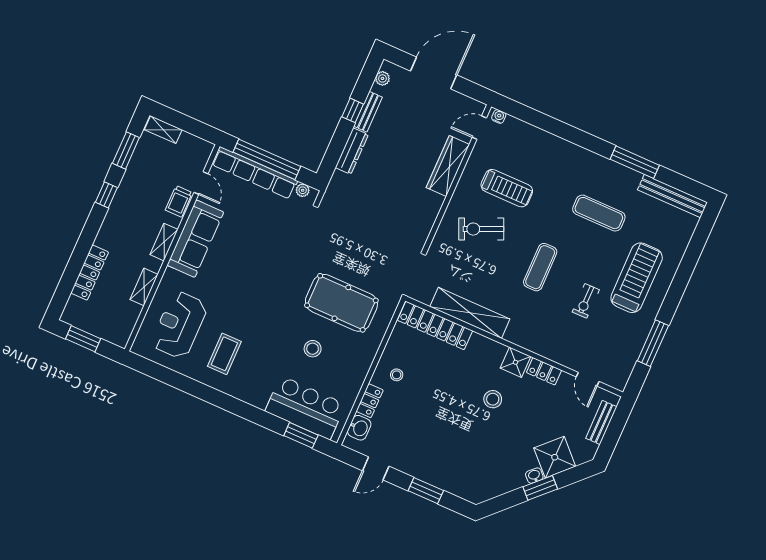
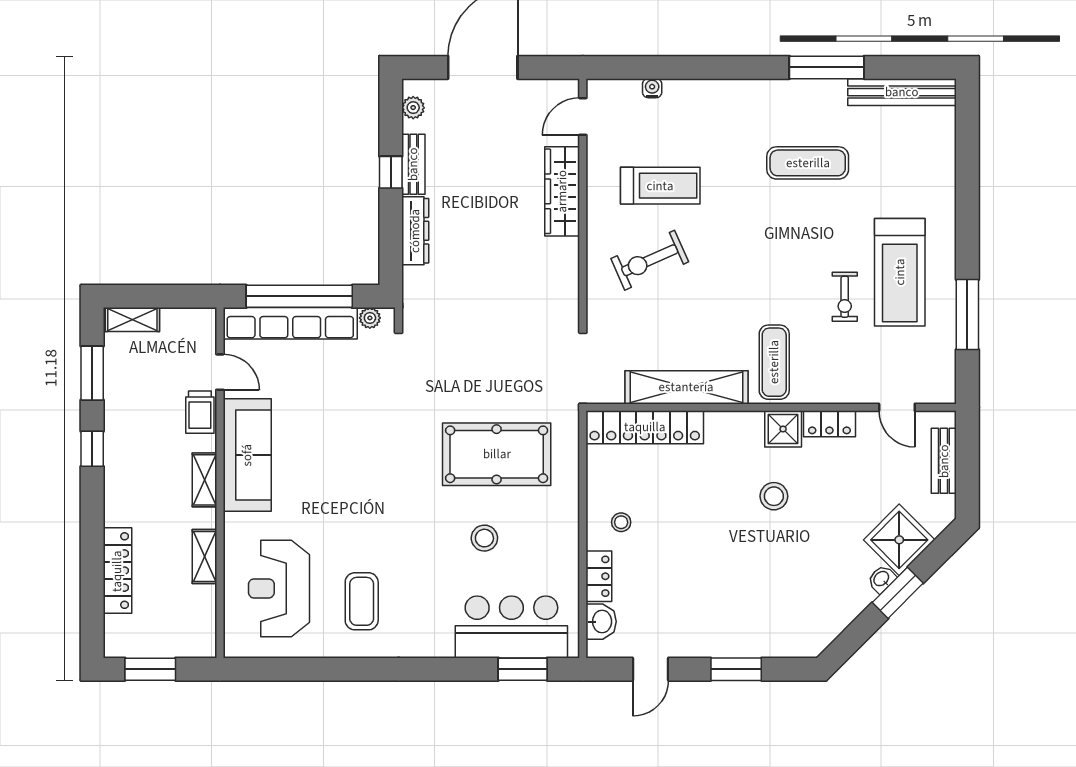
water cooler: (499, 116) -> (652, 88), moved
exercise mat: (540, 267) -> (774, 362), moved
treadmill: (637, 278) -> (900, 272), moved, turned 180

